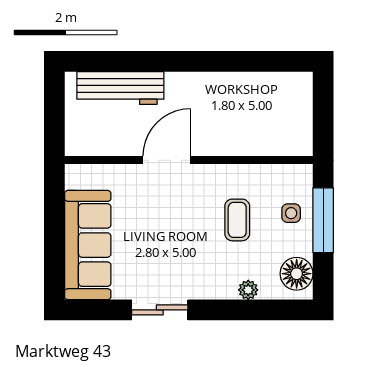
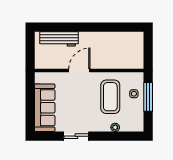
coffee table: (237, 220) -> (110, 97), width x1.86, depth x1.72
floor lamp: (297, 274) -> (136, 120), removed

